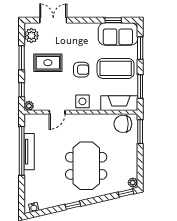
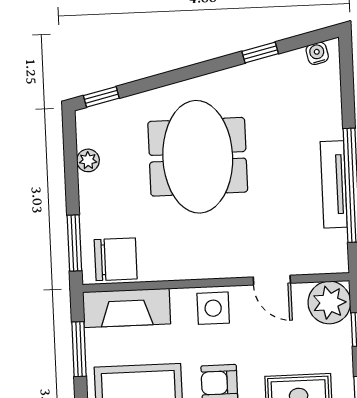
plant: (29, 106) -> (329, 303), width x1.88, depth x1.88
door: (57, 112) -> (272, 280), swing flipped
plant: (133, 183) -> (88, 160), moved
window: (73, 205) -> (260, 52), moved

